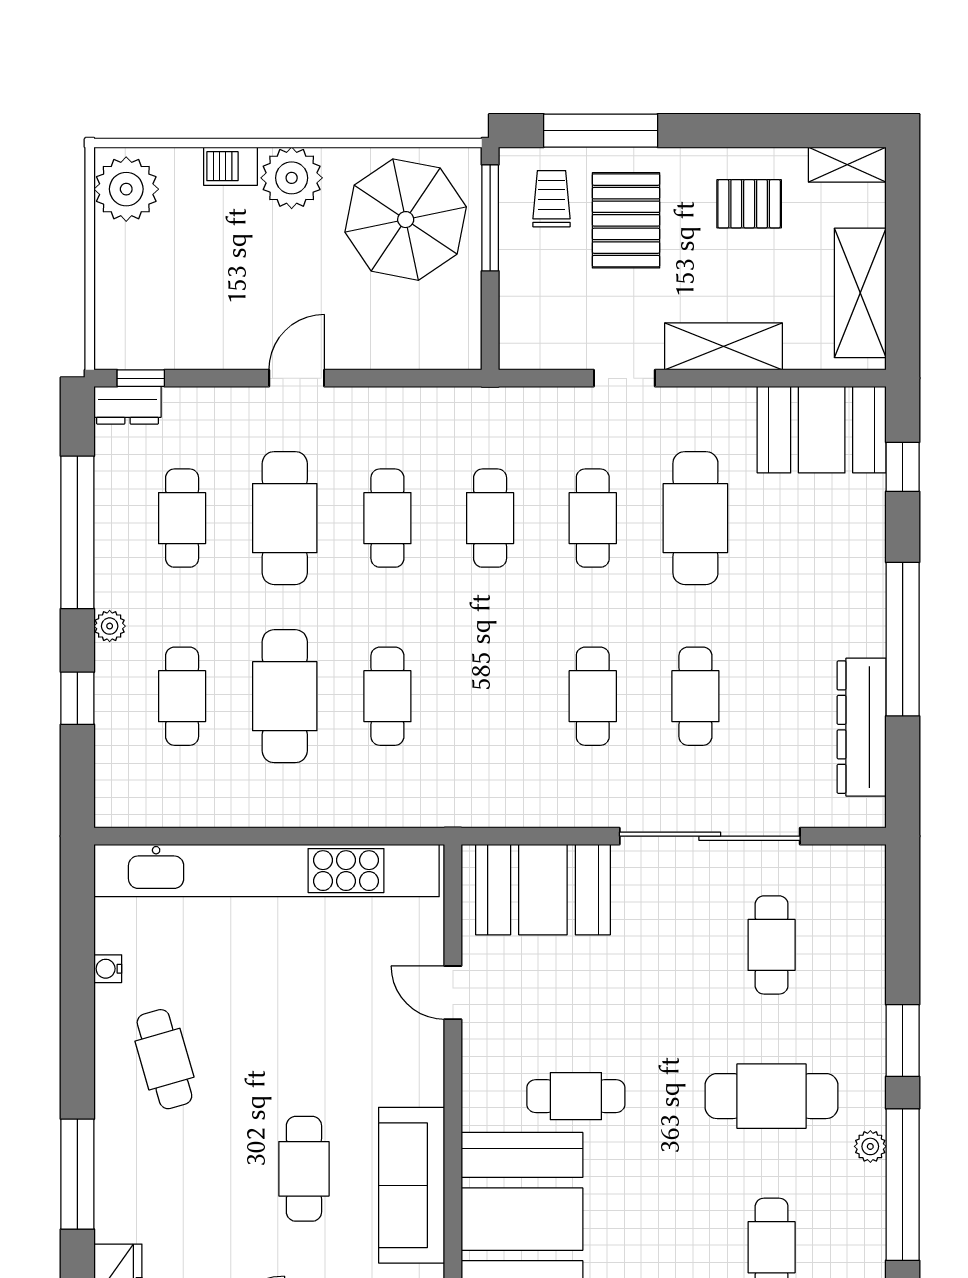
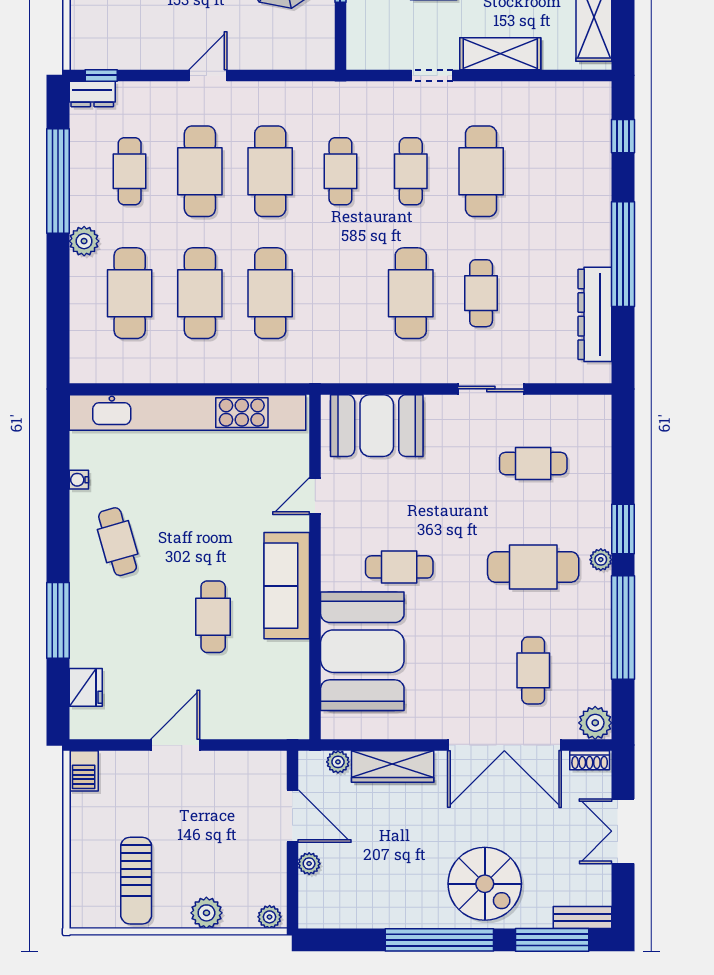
booth: (822, 430) -> (568, 111), removed
cafe table: (387, 518) -> (270, 171), width x1.37, depth x1.35
plant: (110, 626) -> (84, 241), width x1.38, depth x1.38
cafe table: (182, 696) -> (130, 293), width x1.37, depth x1.35
cafe table: (387, 696) -> (270, 293), width x1.37, depth x1.35
cafe table: (593, 696) -> (411, 293), width x1.37, depth x1.35
window: (77, 698) -> (58, 295), removed
sliding door: (710, 836) -> (491, 389), width x0.54
cafe table: (772, 945) -> (533, 463), turned 90
door: (453, 993) -> (315, 496), hinge flipped
plant: (870, 1146) -> (601, 560), moved
sofa: (412, 1185) -> (287, 586), moved

